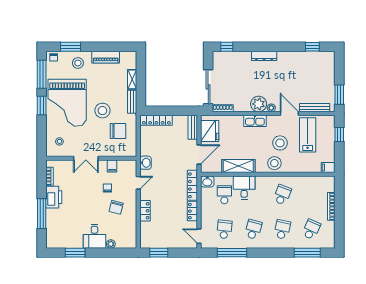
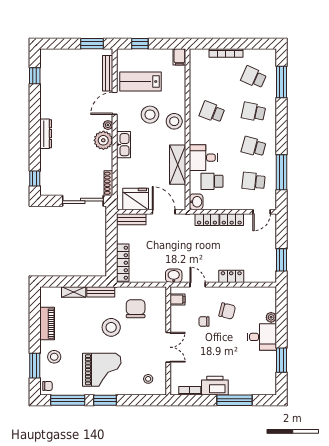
grand piano: (67, 103) -> (102, 370), width x0.73, depth x0.68
filing cabinet: (112, 166) -> (178, 299), moved
locker: (192, 185) -> (207, 220), width x0.66

